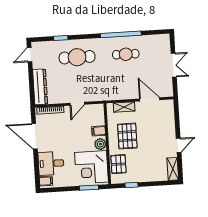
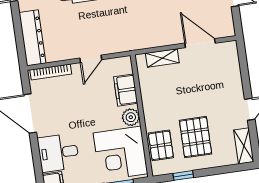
filing cabinet: (99, 131) -> (126, 90), width x2.00
pallet: (127, 136) -> (196, 137), moved

